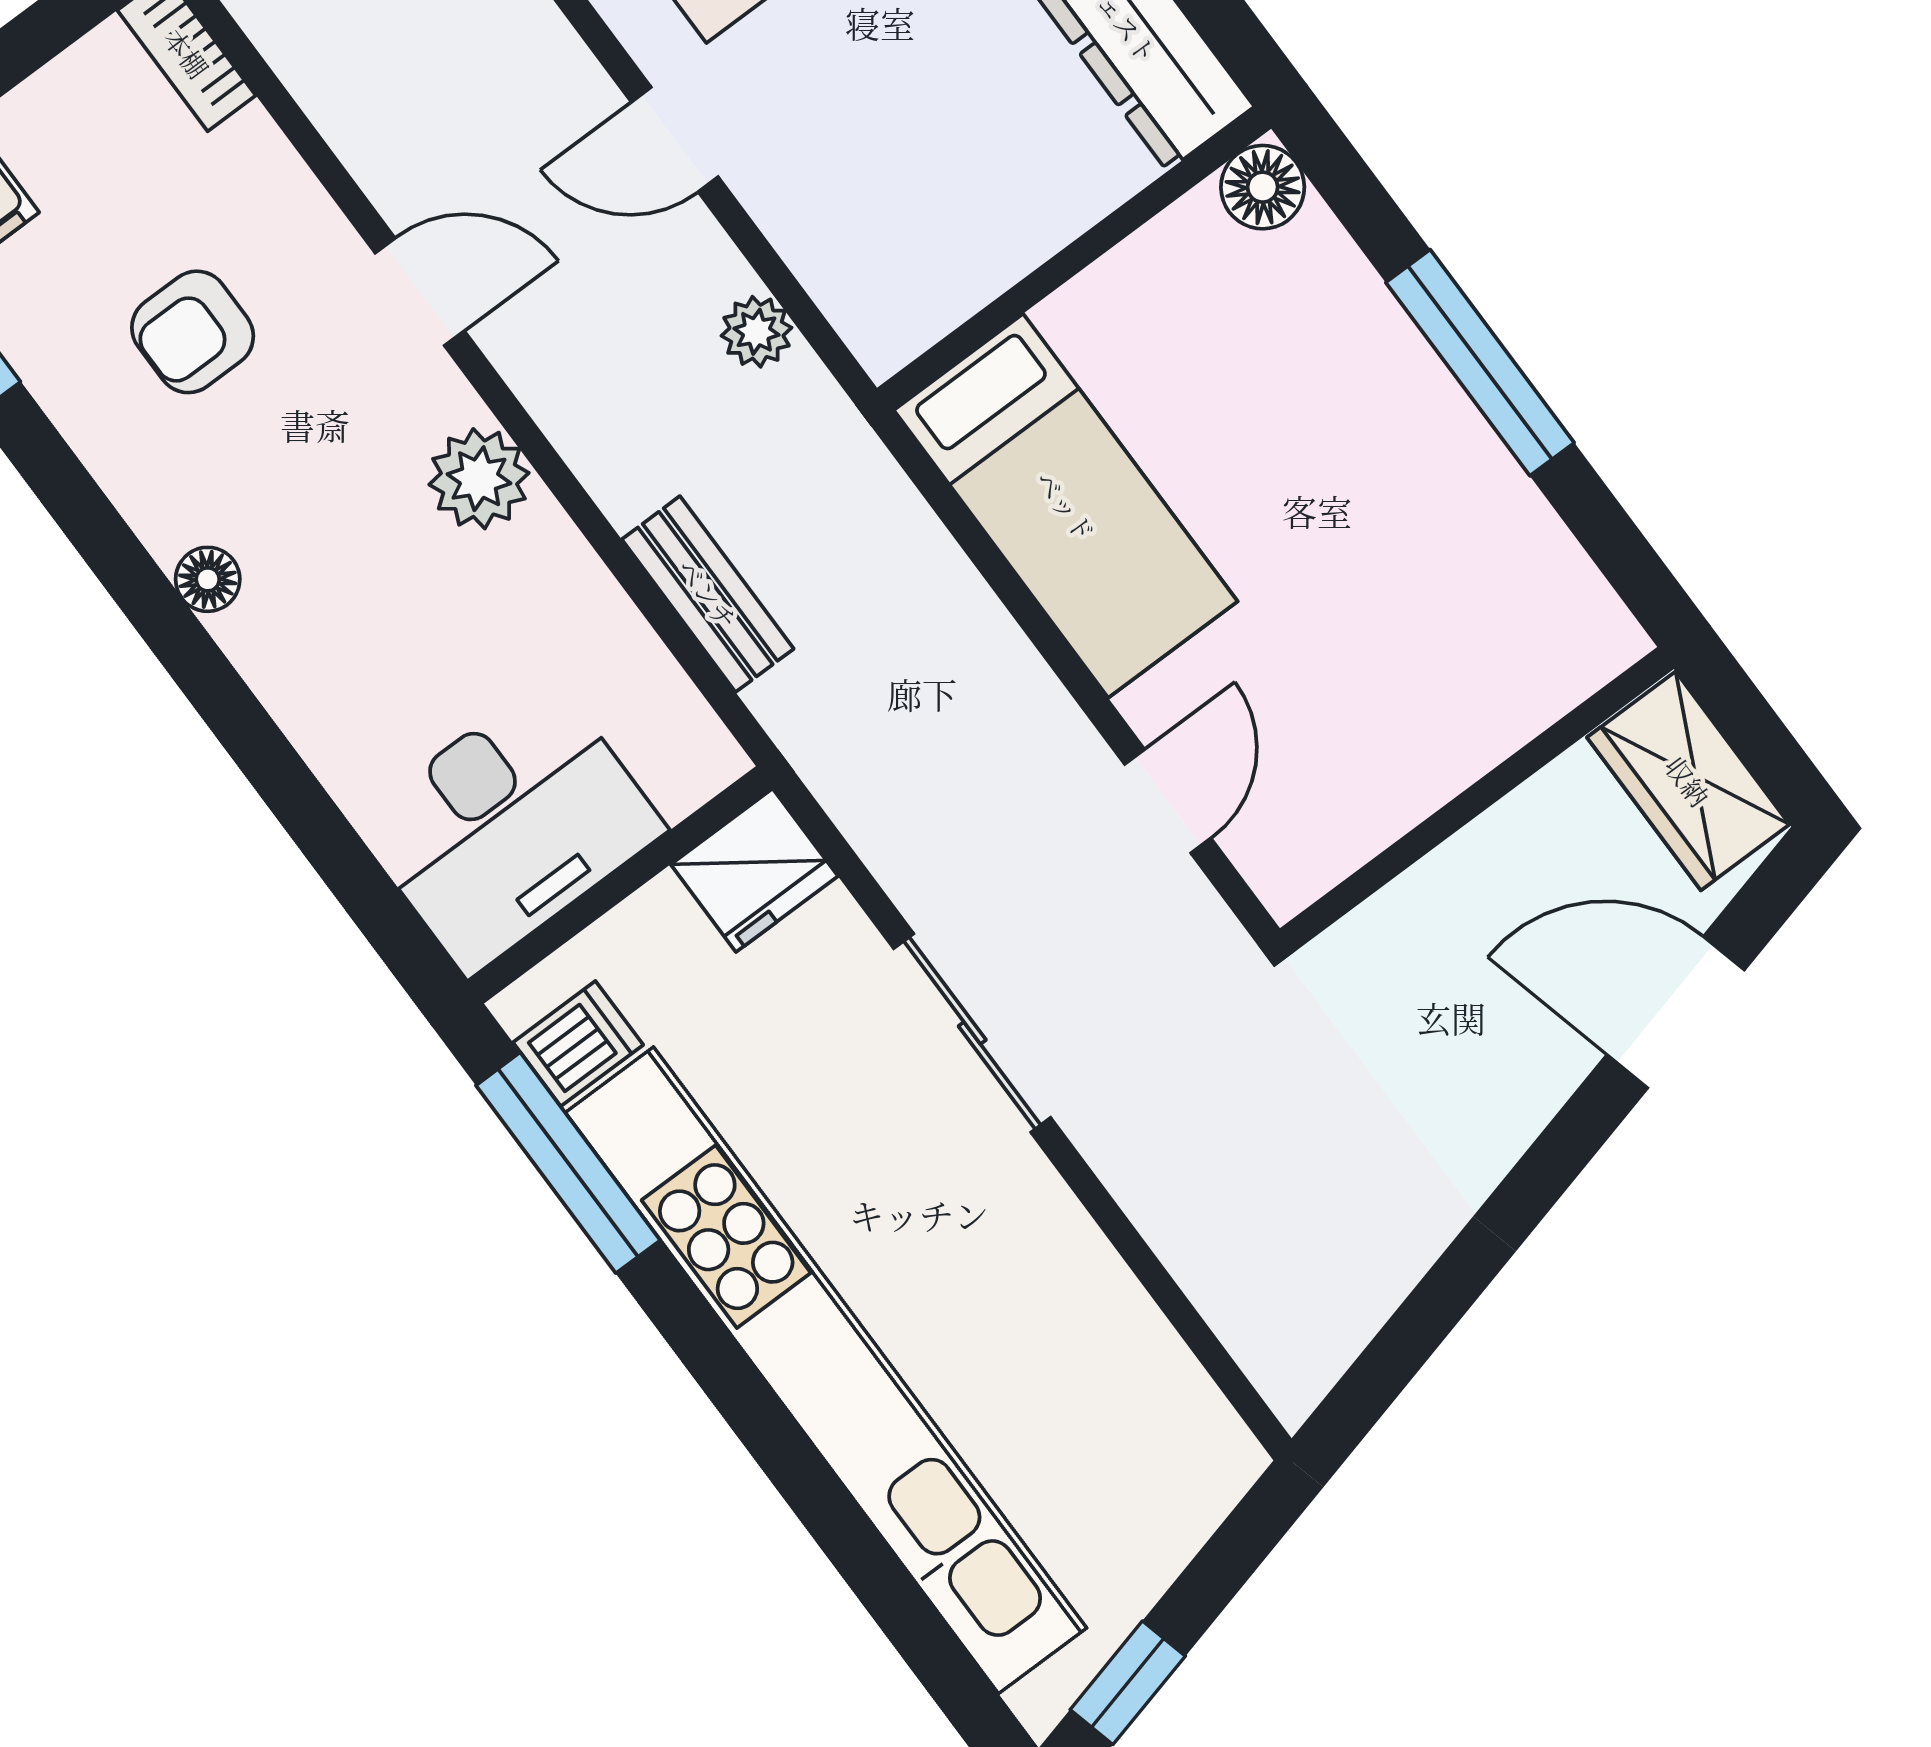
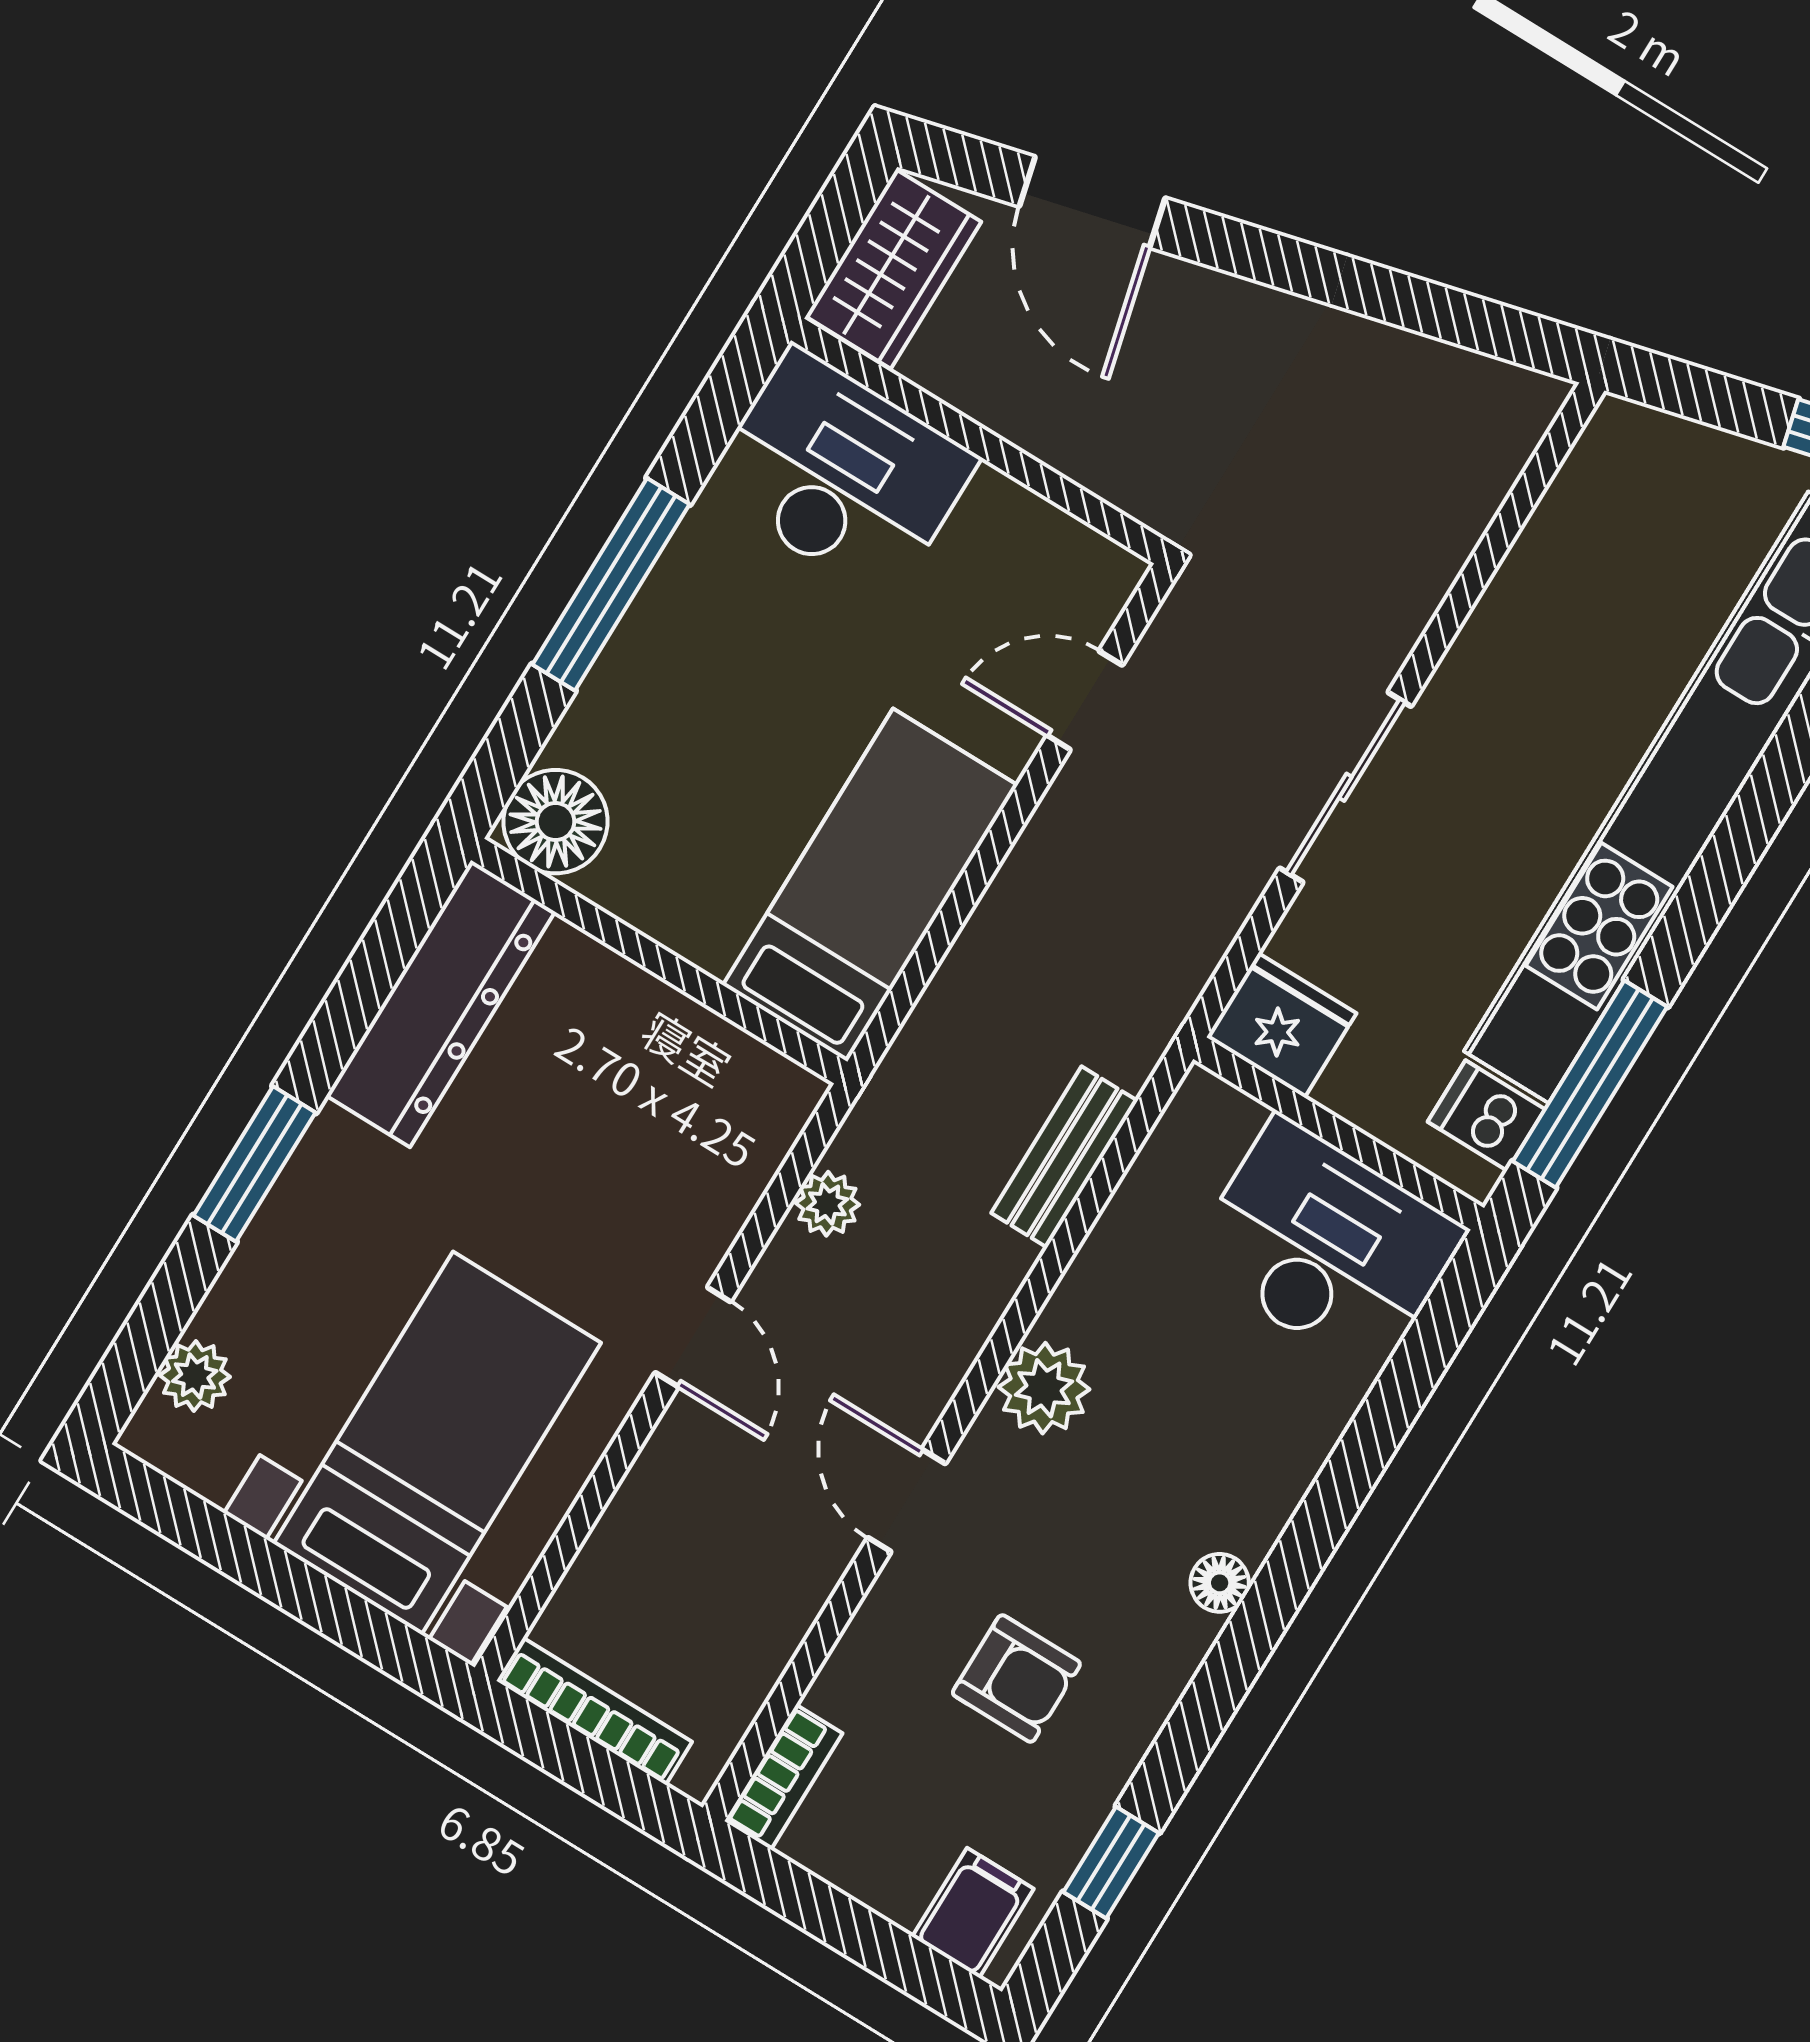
floor lamp: (1263, 187) -> (556, 822), width x1.38, depth x1.38
desk: (1500, 643) -> (840, 474), added

